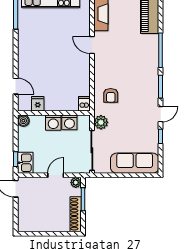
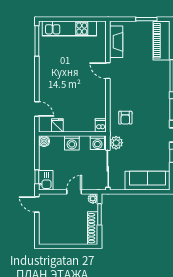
washing machine: (69, 122) -> (97, 143), moved

